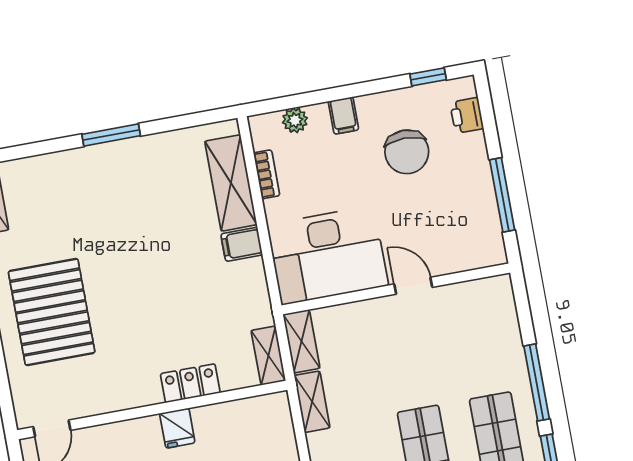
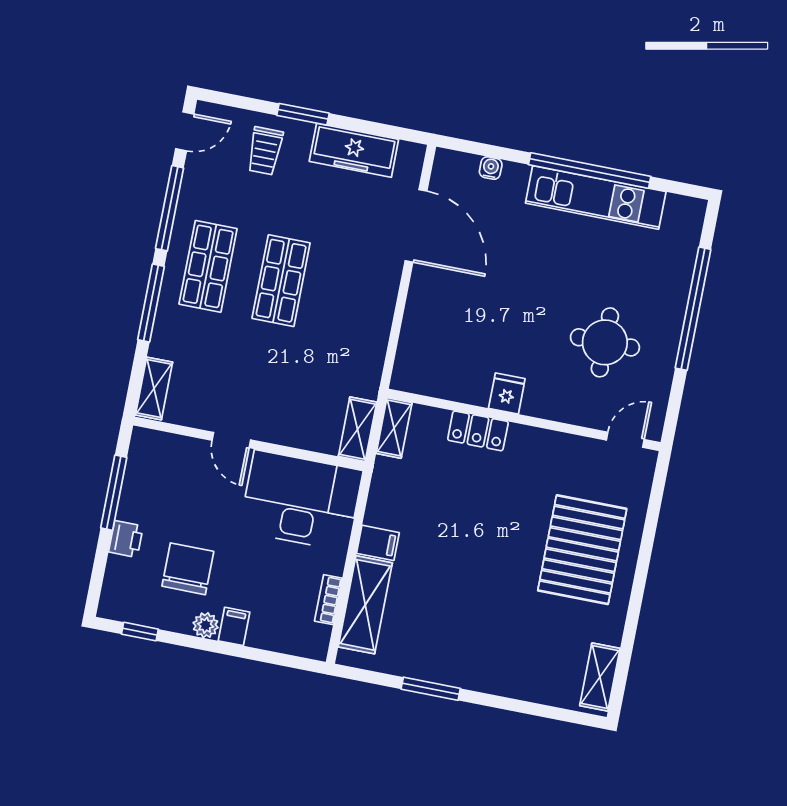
printer: (467, 115) -> (126, 539), moved
plant: (295, 120) -> (206, 625), moved
window: (111, 135) -> (431, 689), moved
shelving: (312, 402) -> (154, 388), moved

